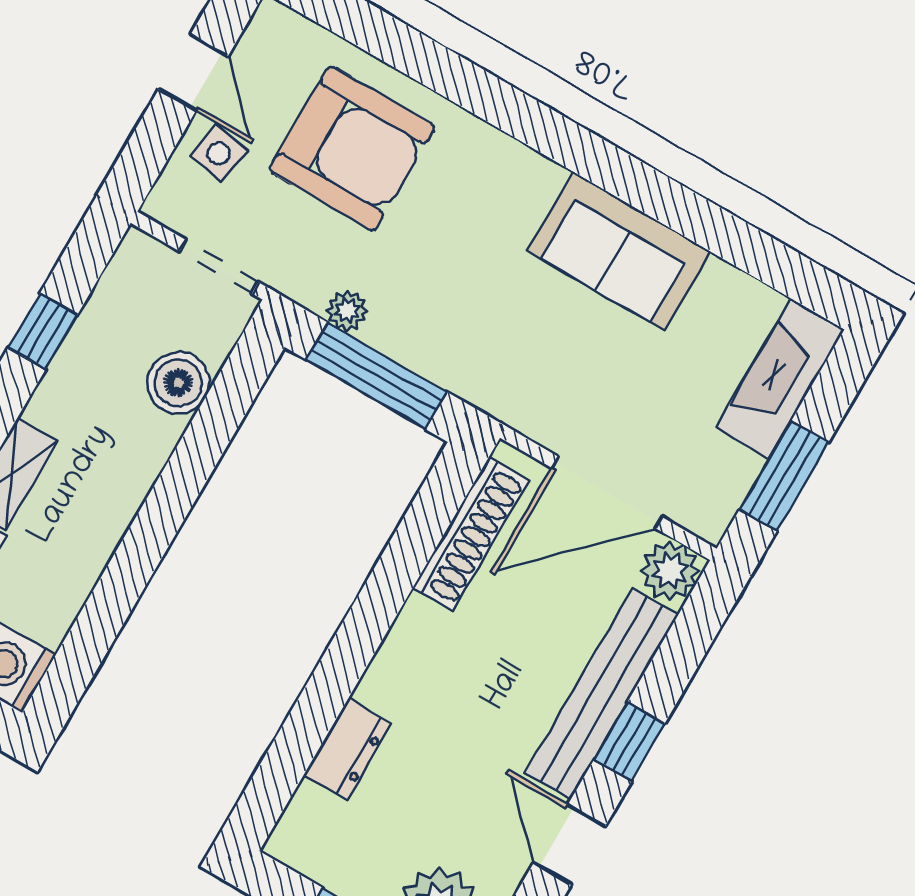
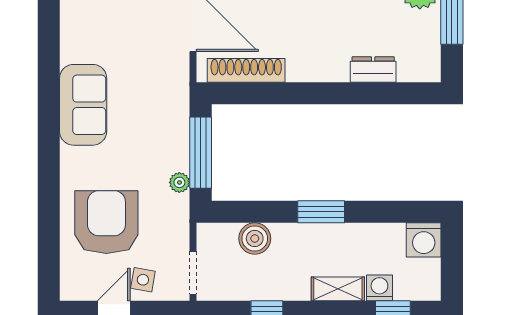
sofa: (619, 251) -> (83, 105), moved
doorway: (219, 267) -> (193, 273), moved
window: (158, 521) -> (321, 212), added

